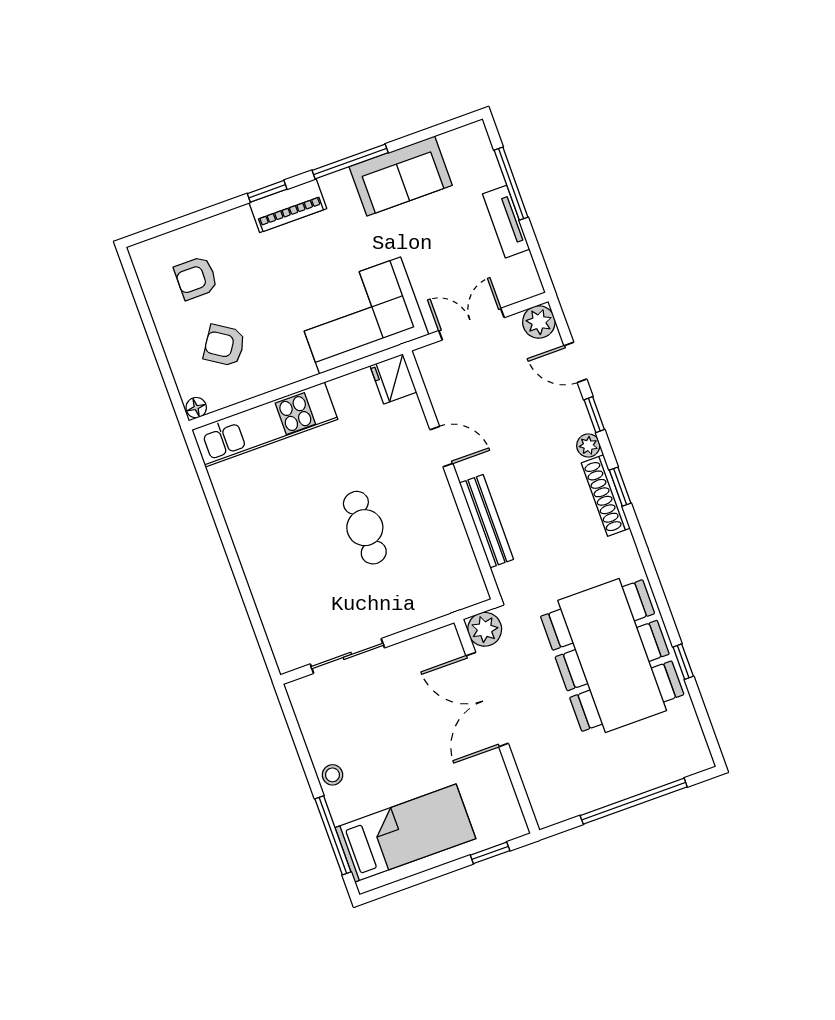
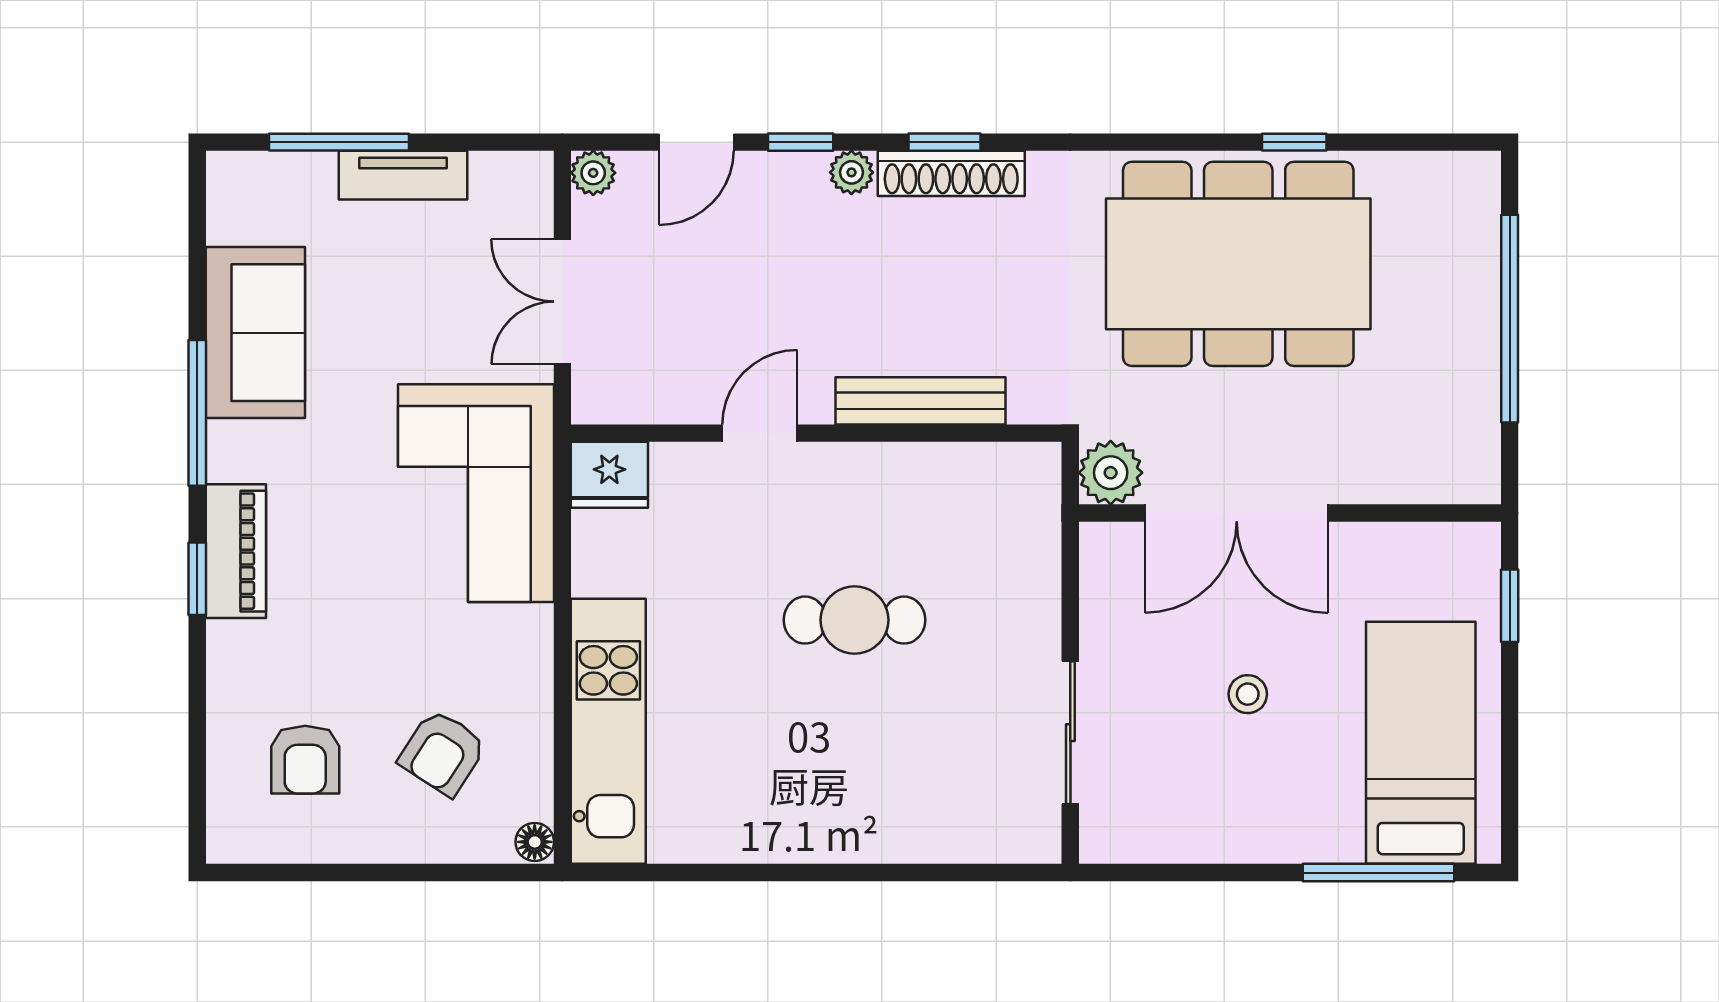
plant: (539, 322) -> (593, 173), width x0.73, depth x0.73
stool: (333, 775) -> (1248, 694), moved

